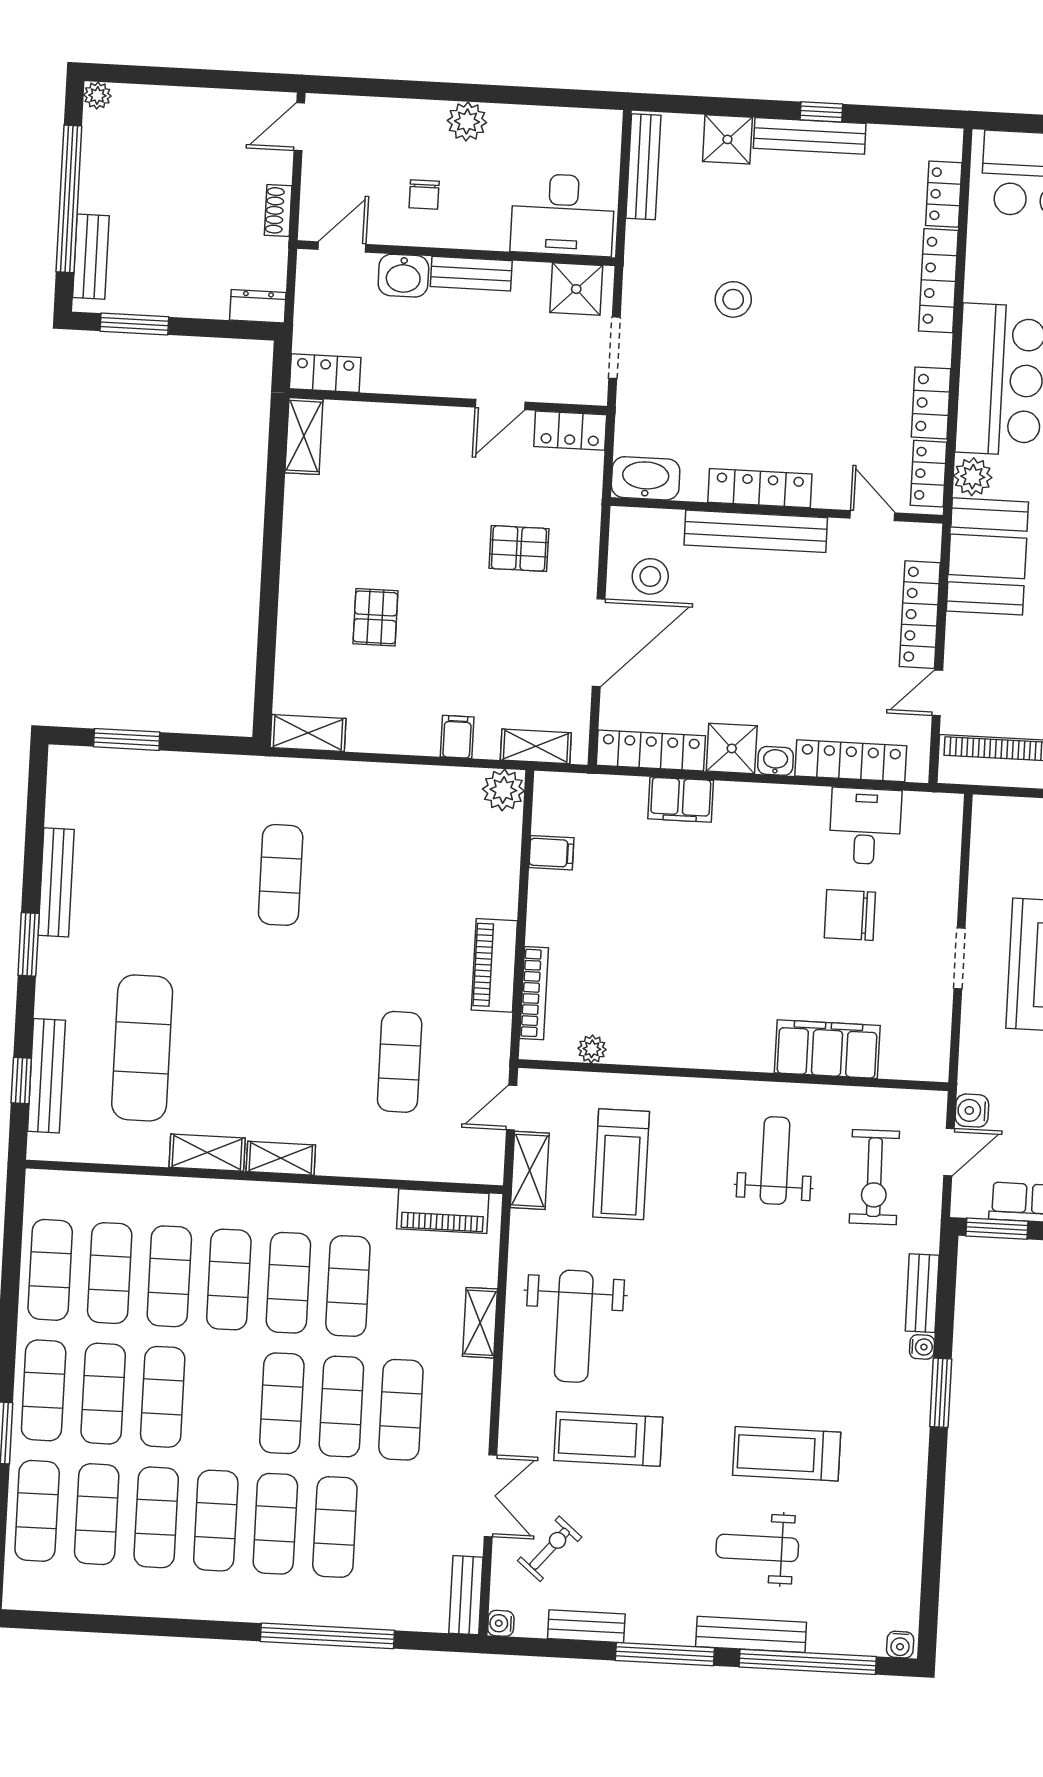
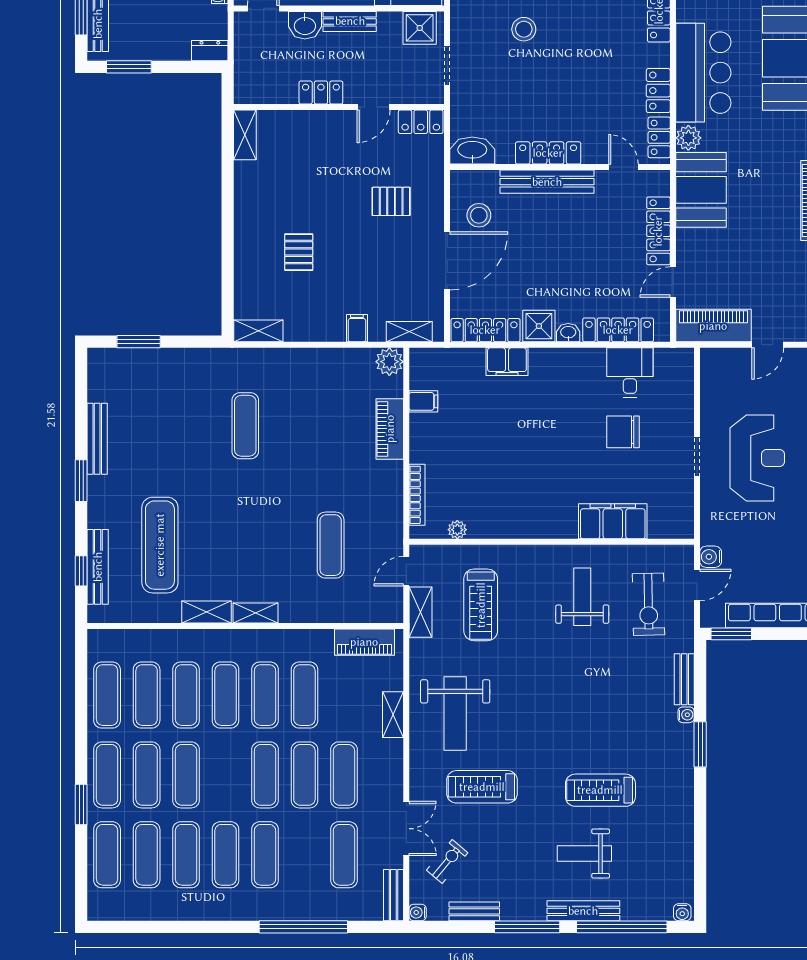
locker: (325, 373) -> (321, 93), moved
piano: (494, 965) -> (390, 429), moved
exercise mat: (335, 1527) -> (344, 855), moved

